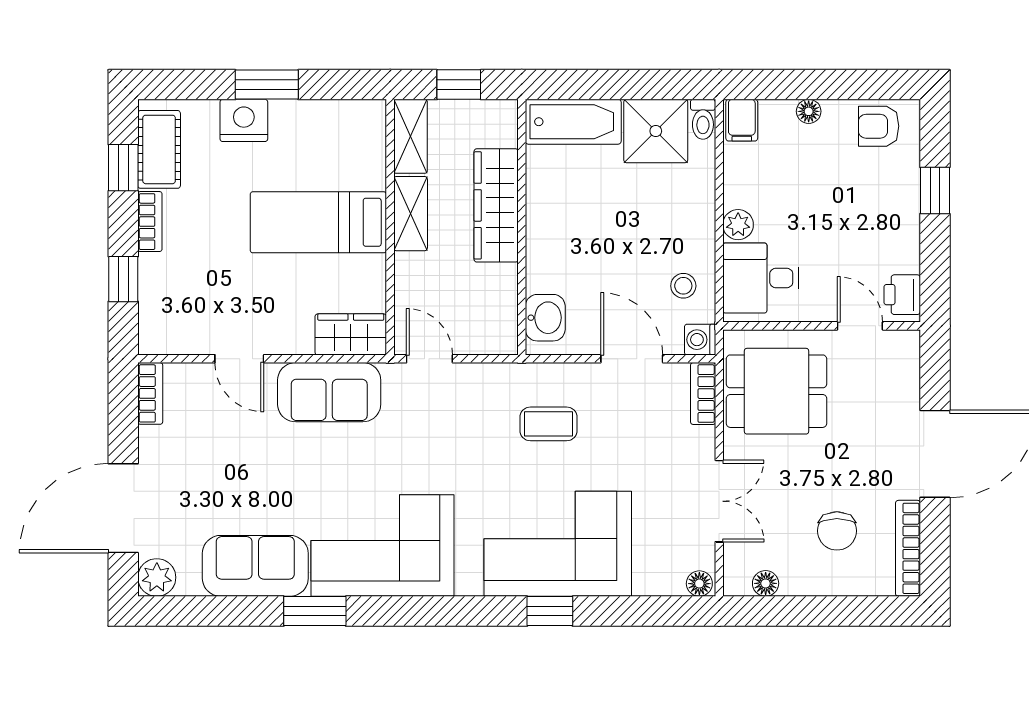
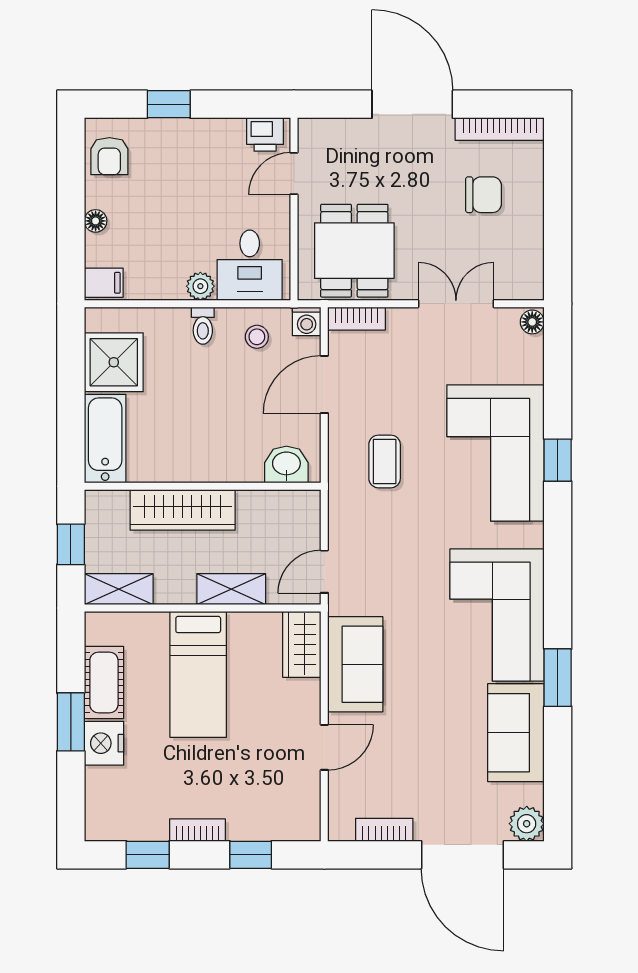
toilet: (703, 119) -> (203, 326), moved, turned 90
cot: (159, 149) -> (104, 682), moved, turned 90
shelving: (411, 214) -> (231, 589), moved
bookcase: (150, 393) -> (384, 830), moved
floor lamp: (766, 583) -> (532, 261), removed

